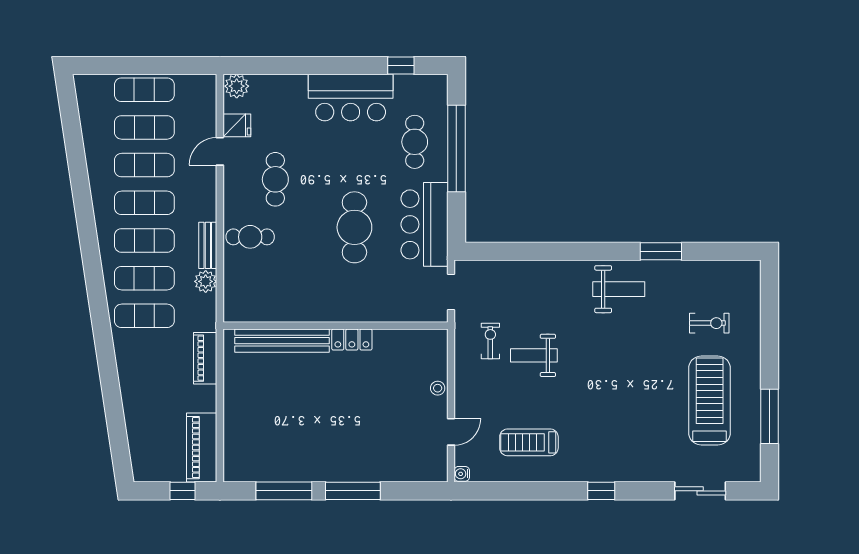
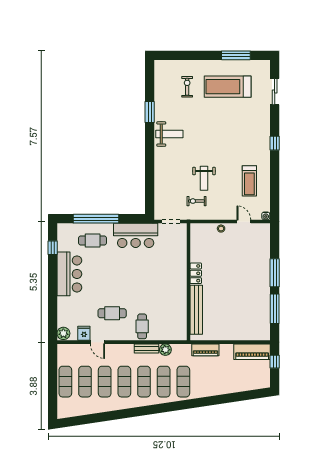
cafe table: (354, 227) -> (137, 272), removed
weight bench: (619, 289) -> (169, 134), turned 90

